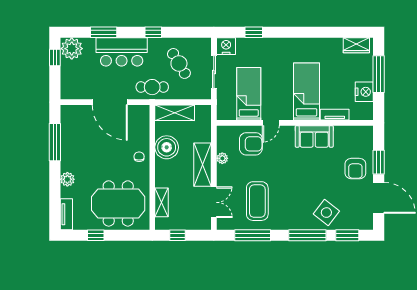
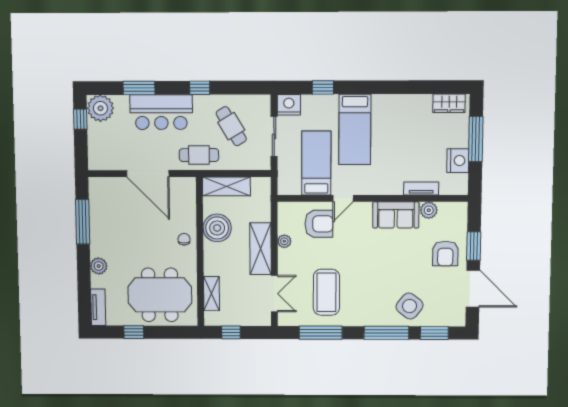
bed: (307, 91) -> (355, 129), moved, turned 180
plant: (341, 133) -> (429, 210), added

